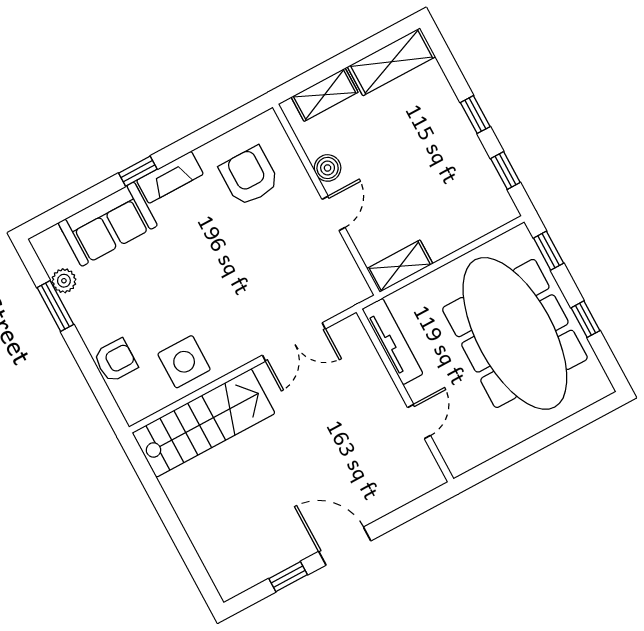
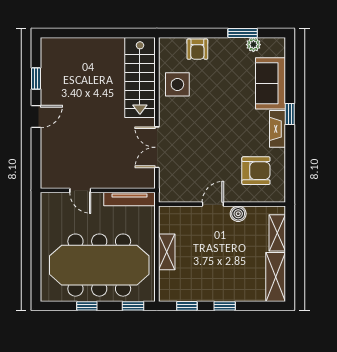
door: (334, 213) -> (213, 204), swing flipped
shelving: (400, 266) -> (167, 252), moved
door: (345, 546) -> (36, 117), width x0.73

